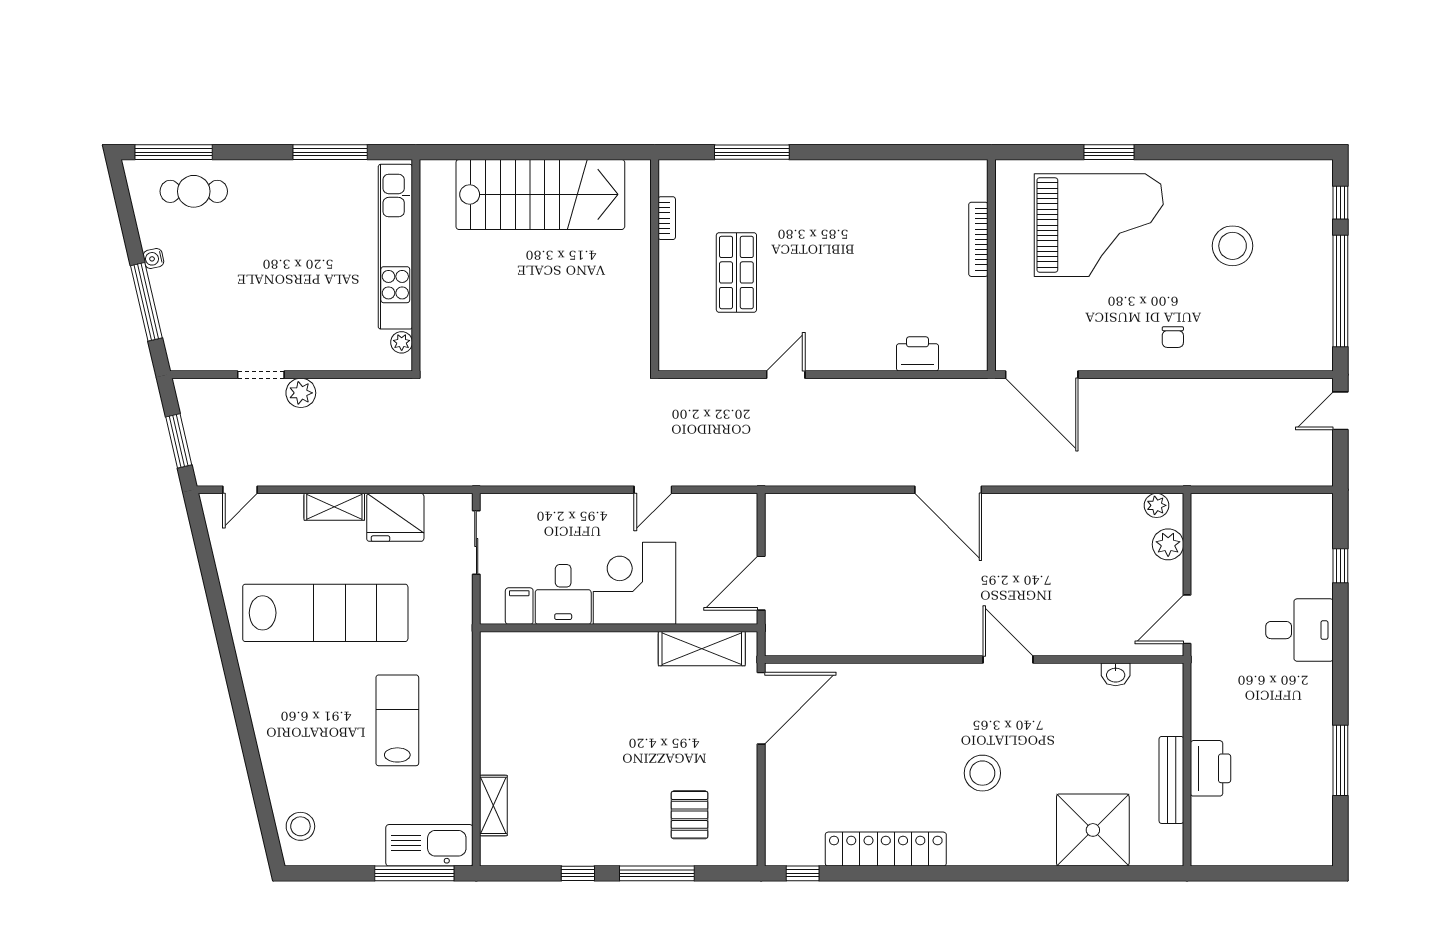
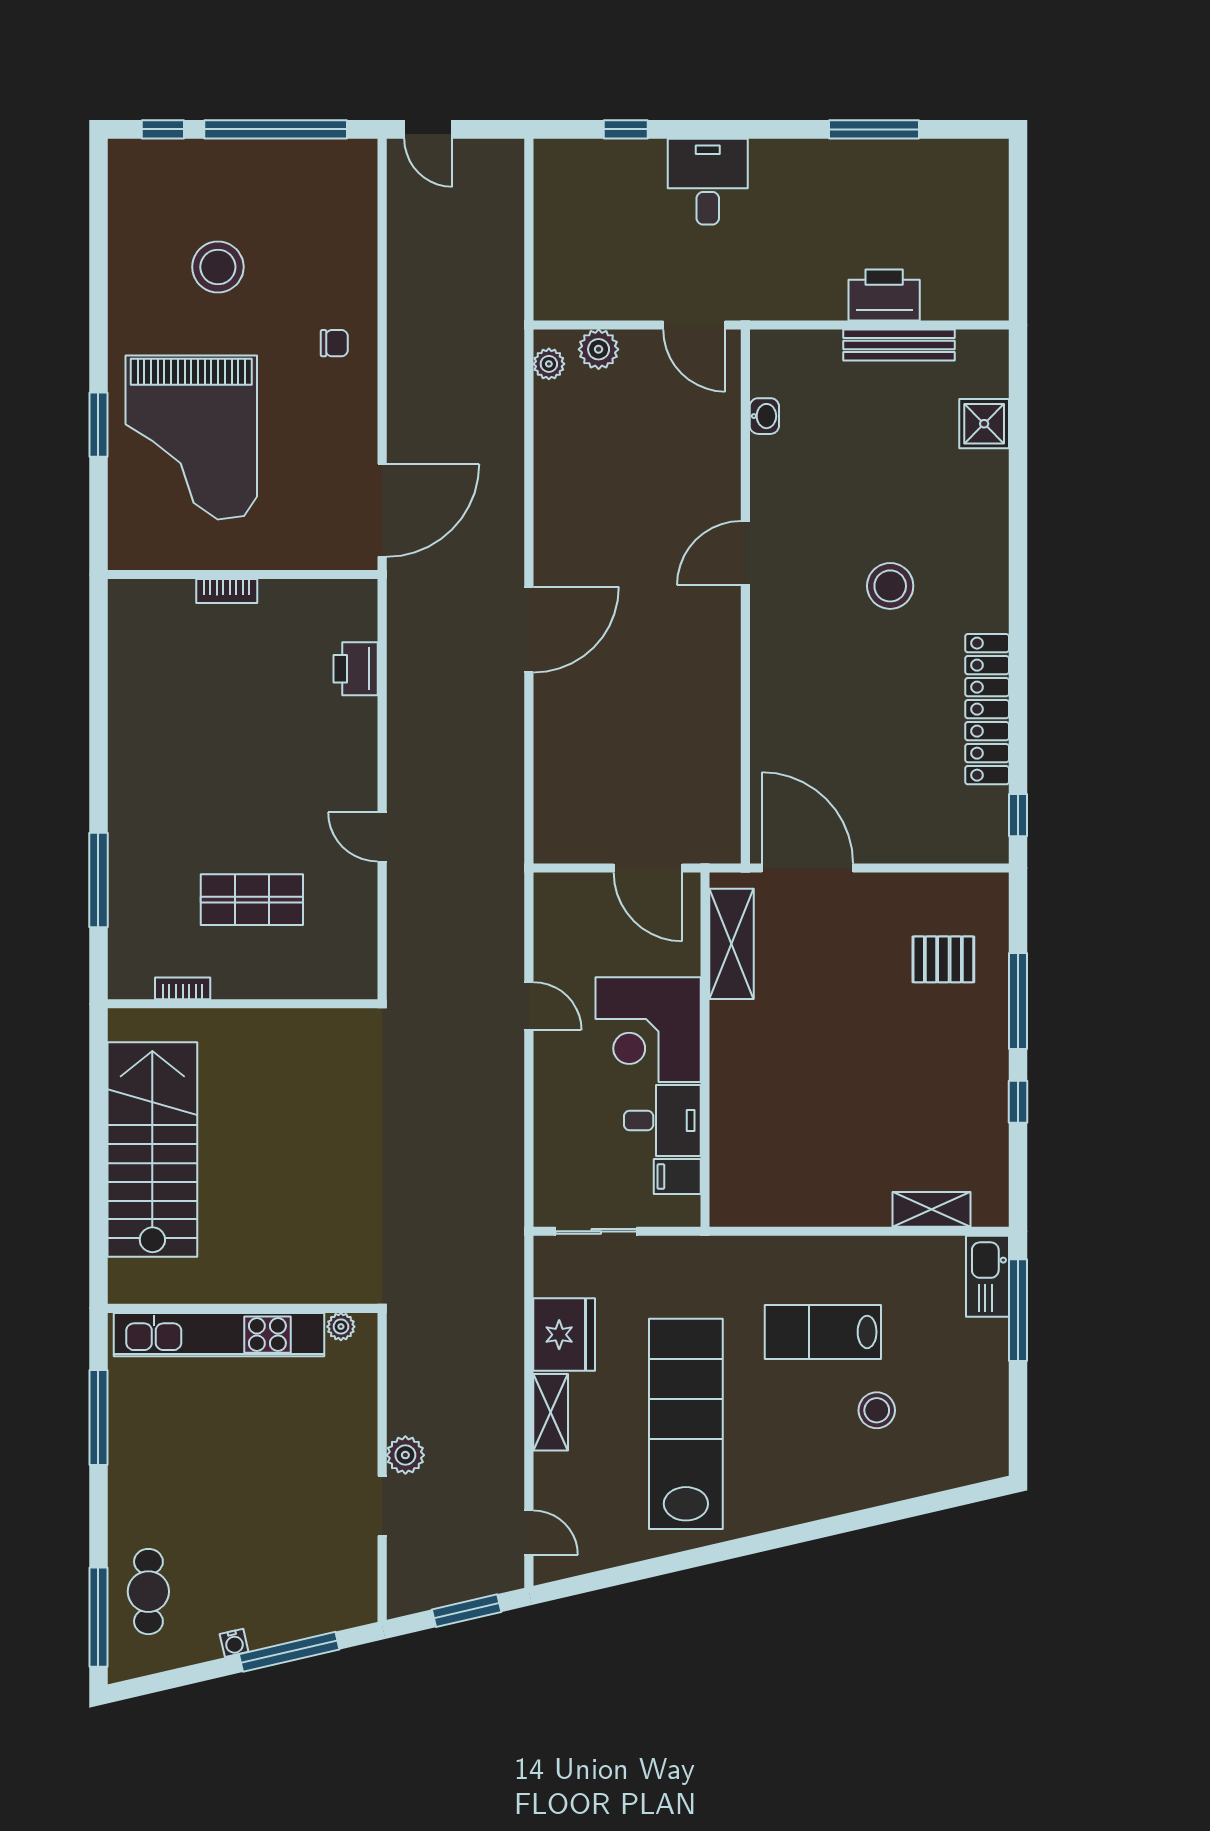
grand piano: (1099, 225) -> (191, 437), turned 180
bookcase: (978, 239) -> (227, 591), width x0.64
stool: (300, 826) -> (877, 1410), moved
shower: (1093, 830) -> (984, 424), width x0.54, depth x0.54
kitchen sink: (429, 845) -> (987, 1276), width x0.73, depth x0.81

